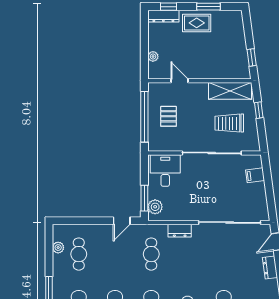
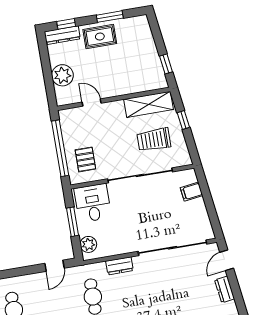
plant: (153, 56) -> (62, 75), width x1.87, depth x1.87
pallet: (169, 116) -> (85, 159), moved
window: (144, 198) -> (73, 222), moved

